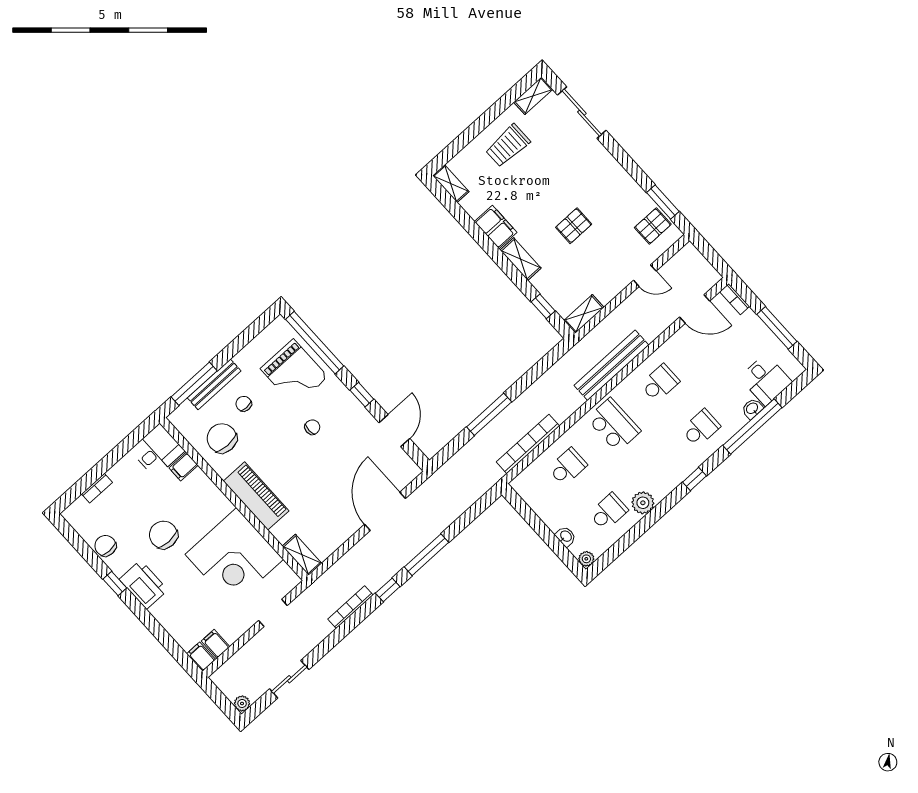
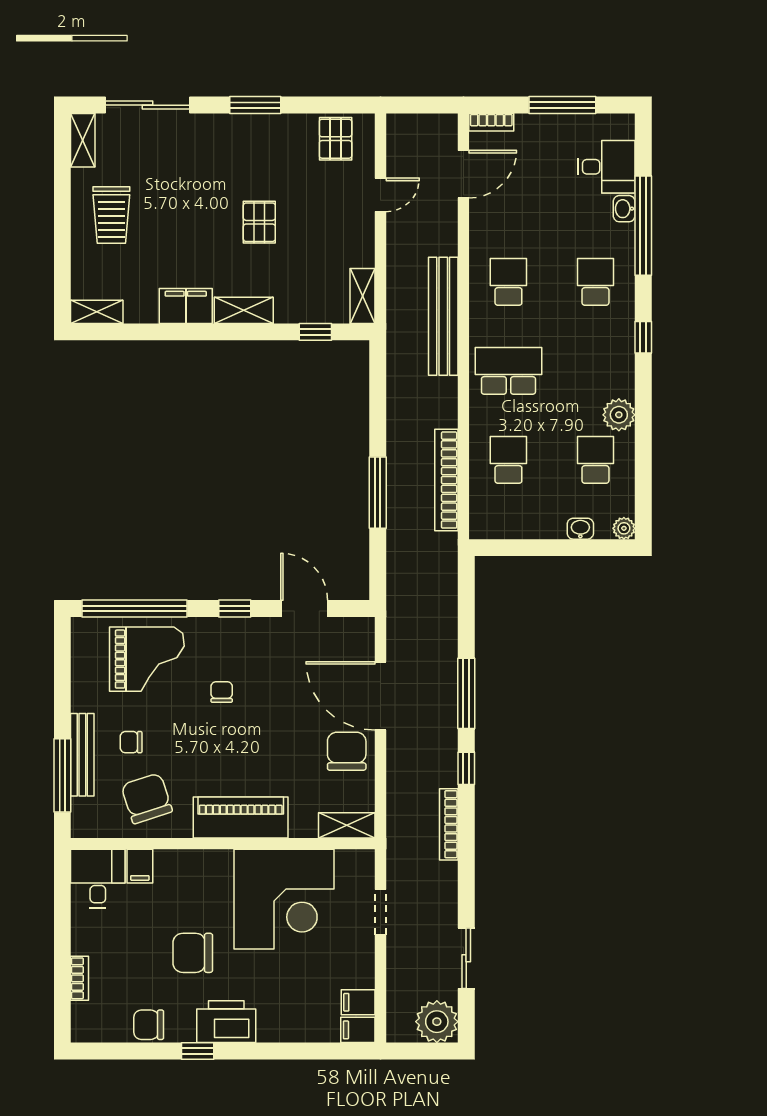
window: (663, 202) -> (255, 105), moved
chair: (222, 438) -> (147, 798), turned 72
chair: (340, 520) -> (347, 751), added
plant: (242, 703) -> (437, 1022), width x1.88, depth x1.88

